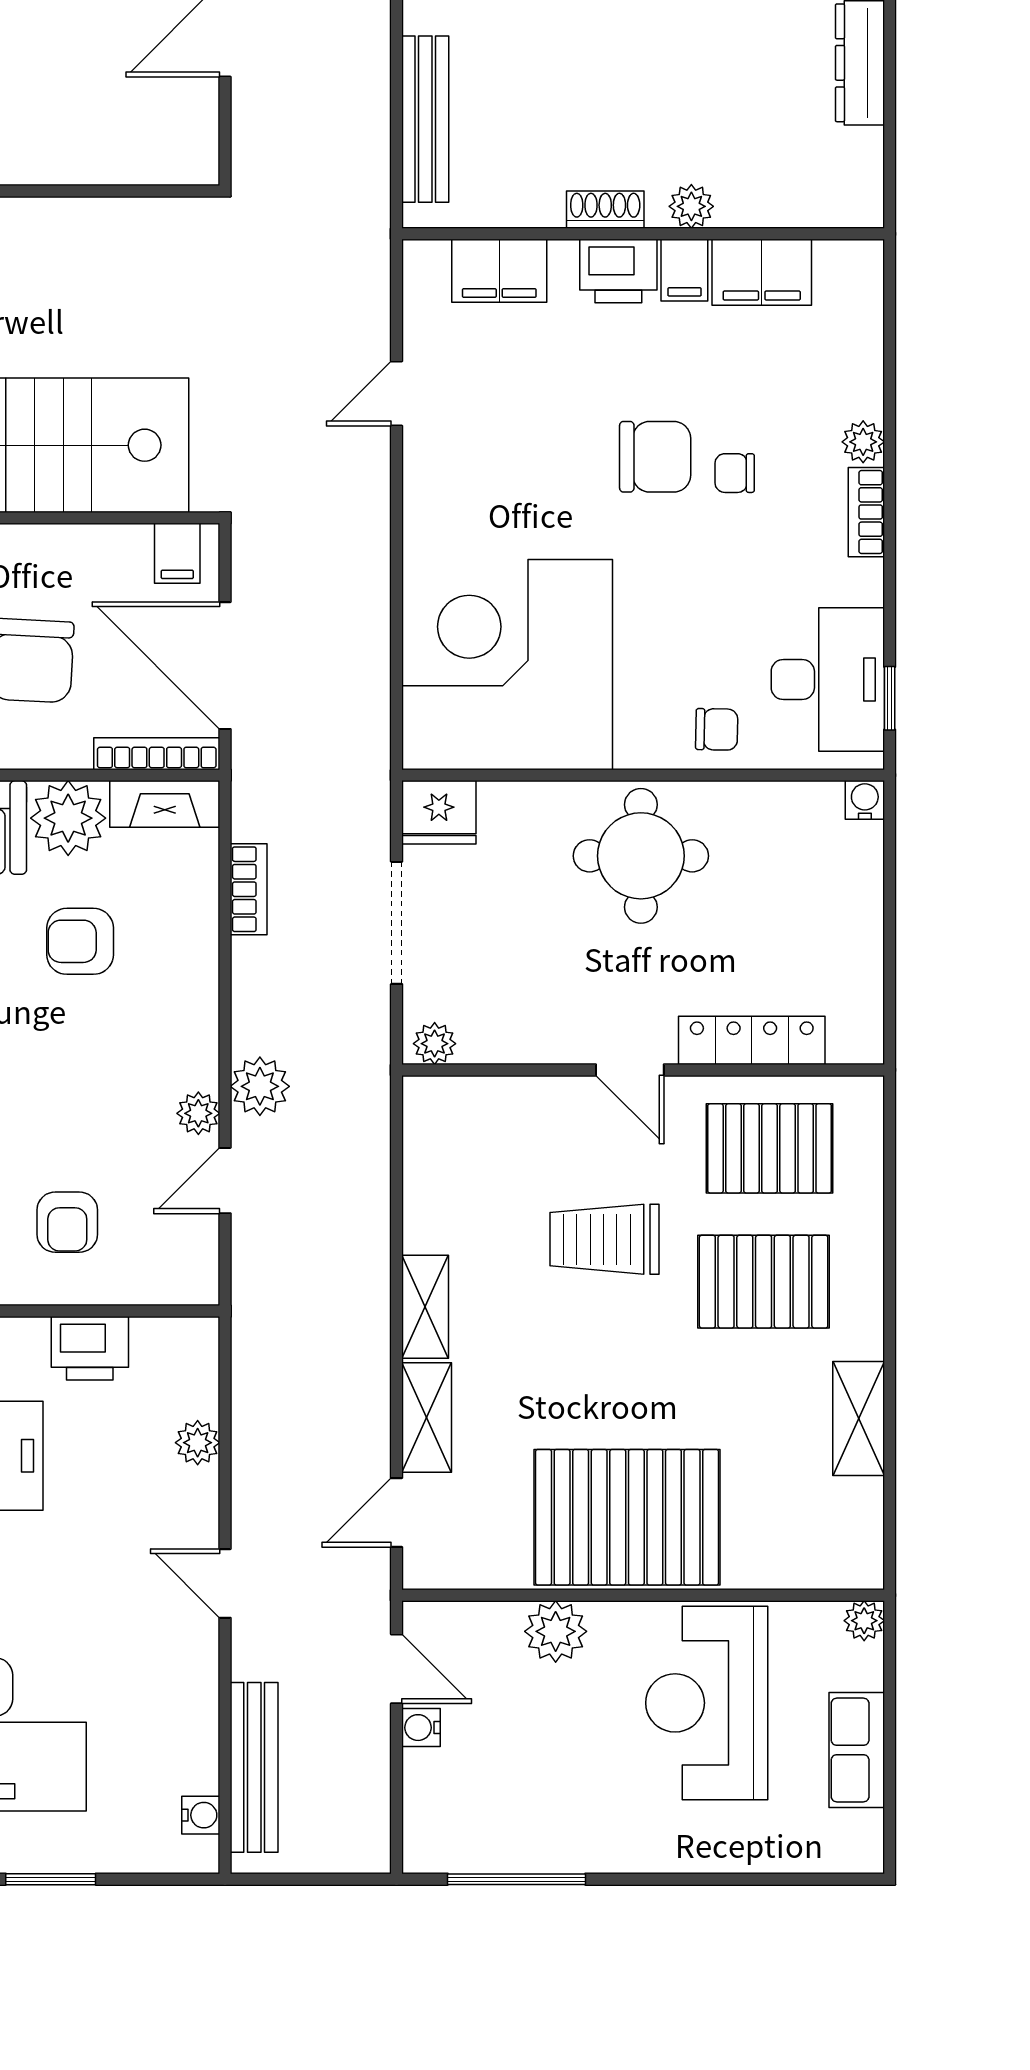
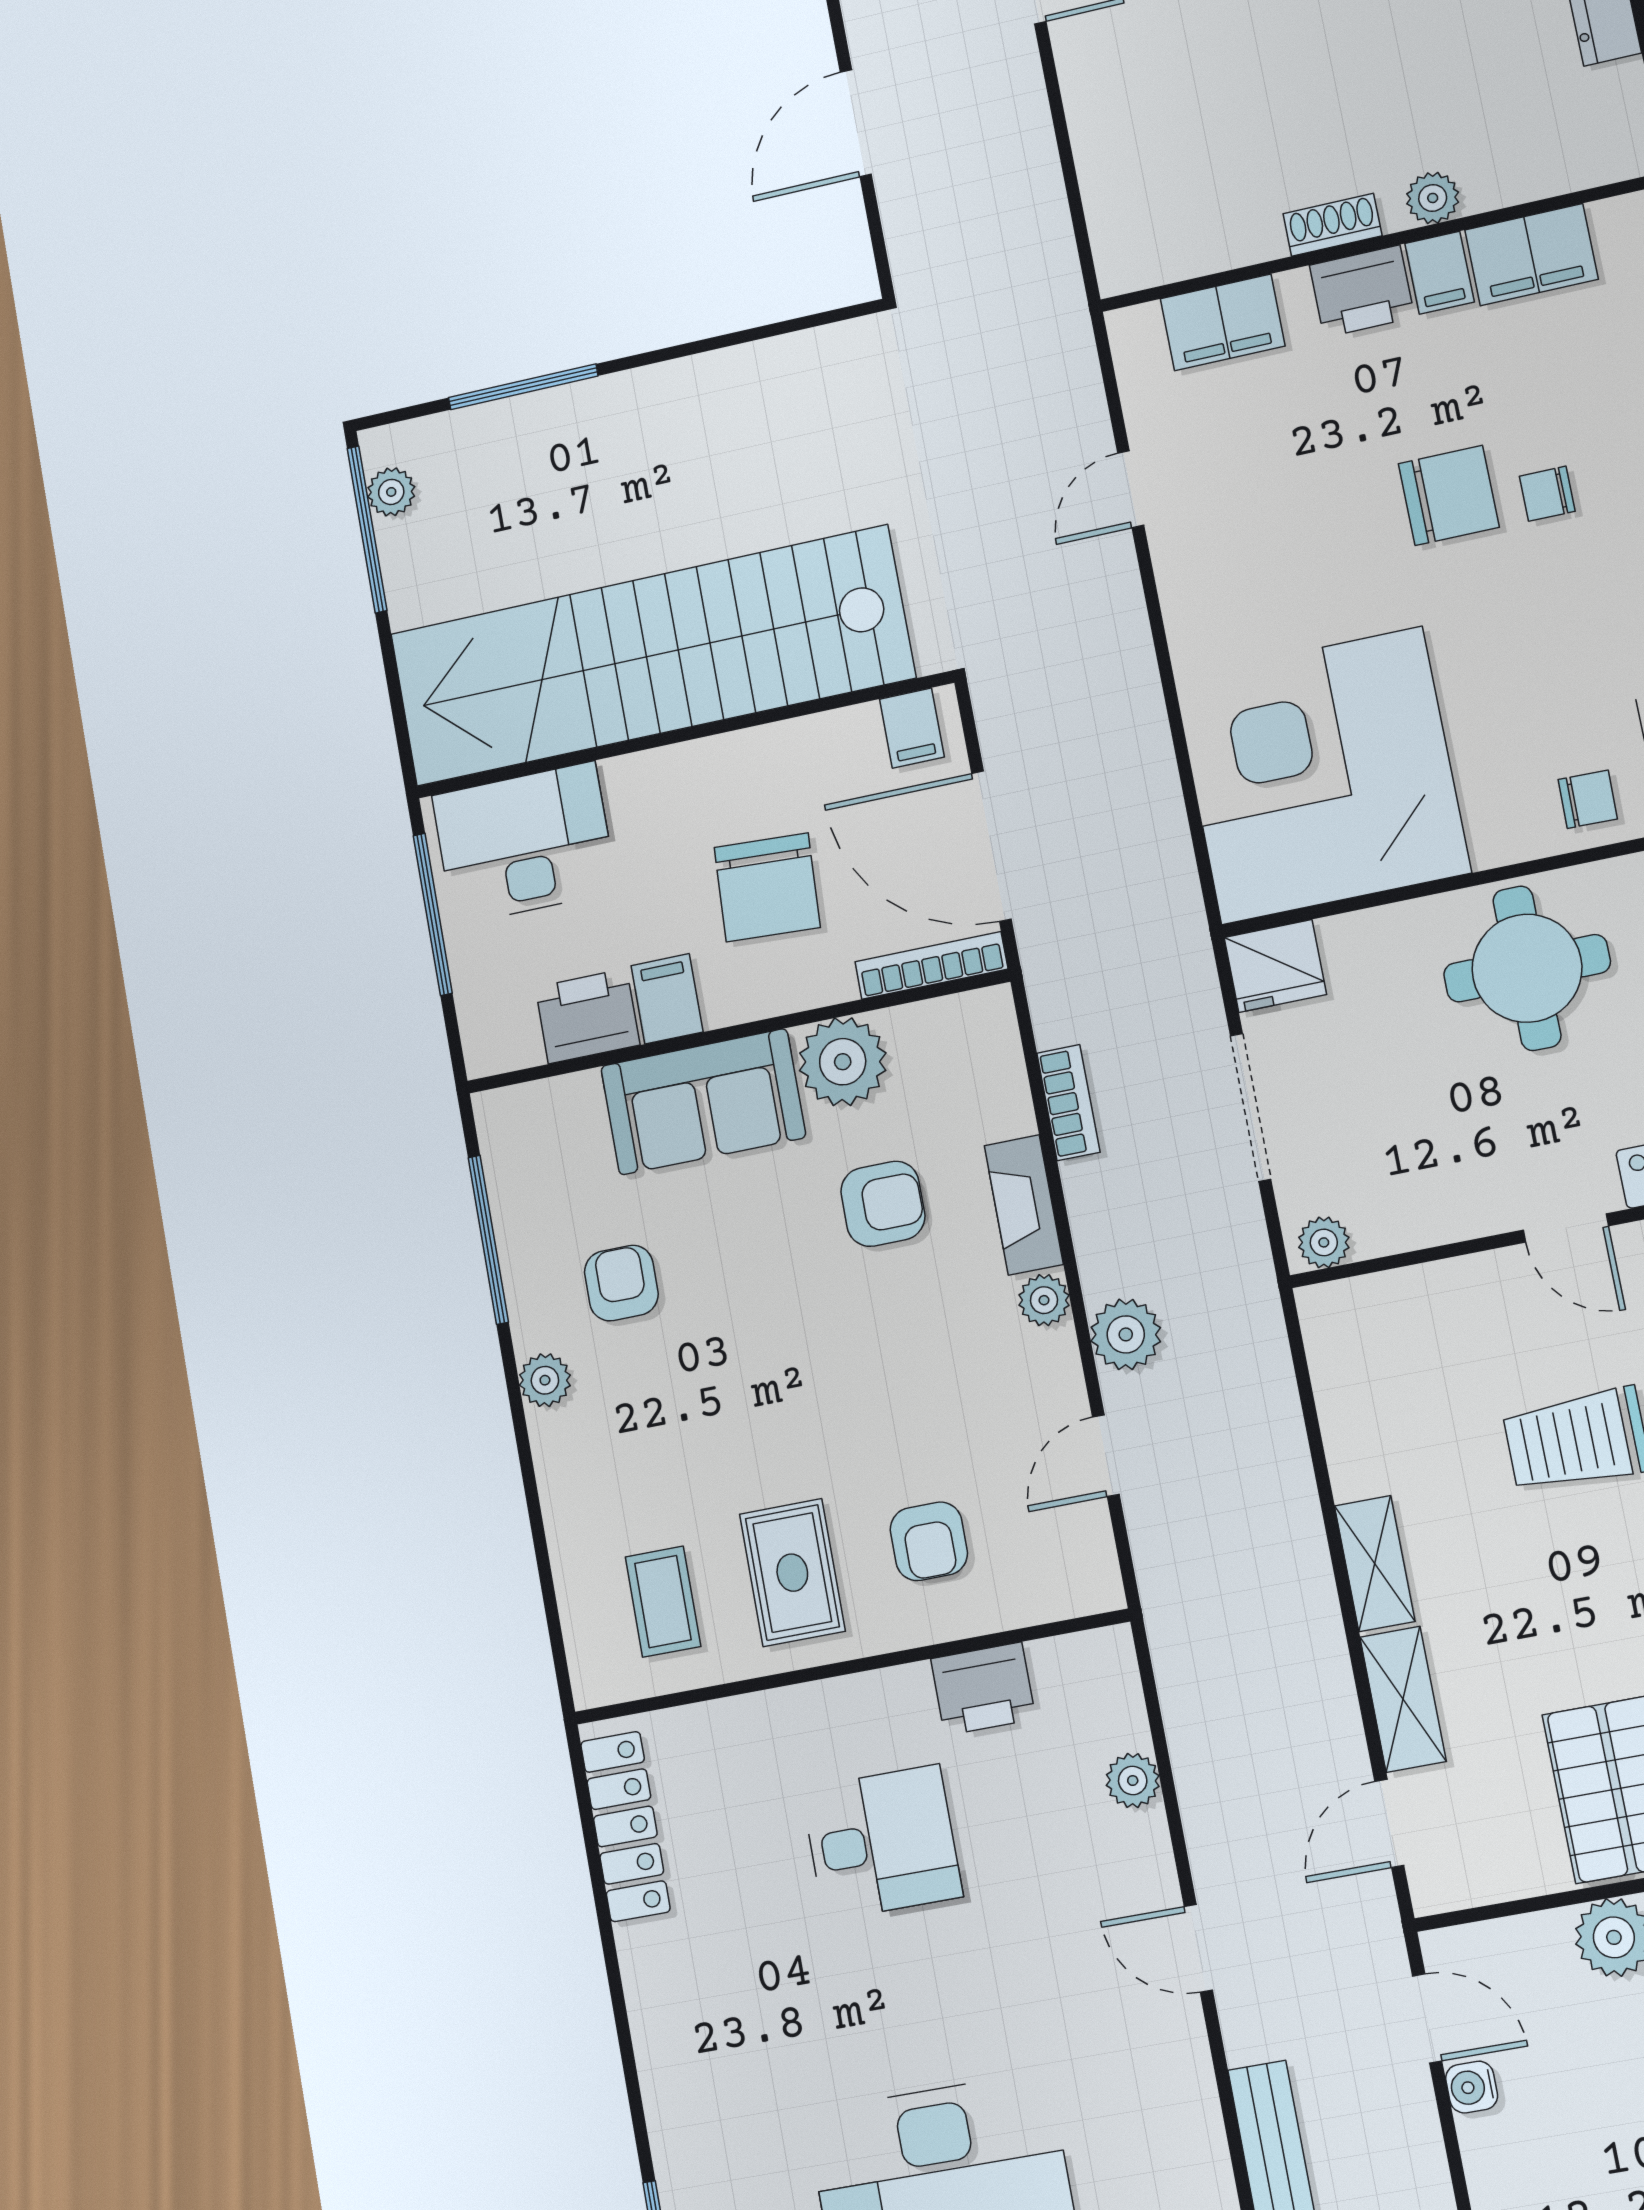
bench: (425, 119) -> (1103, 170), removed
fireplace: (165, 804) -> (1024, 1205), moved, turned 90
armchair: (80, 941) -> (883, 1204), turned 180
plant: (198, 1113) -> (1044, 1300), moved

